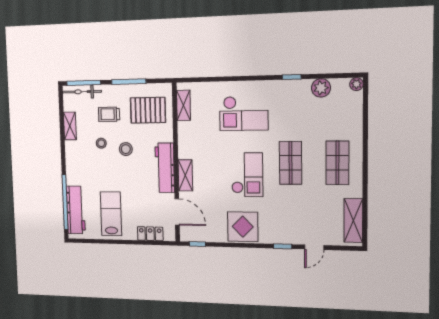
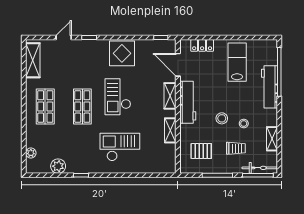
plant: (356, 84) -> (31, 153), moved
shelving: (183, 105) -> (170, 130), moved
pallet: (148, 110) -> (201, 151), width x0.67, depth x0.71
workbench: (76, 210) -> (269, 87), moved
lab bench: (111, 214) -> (237, 62), turned 180

